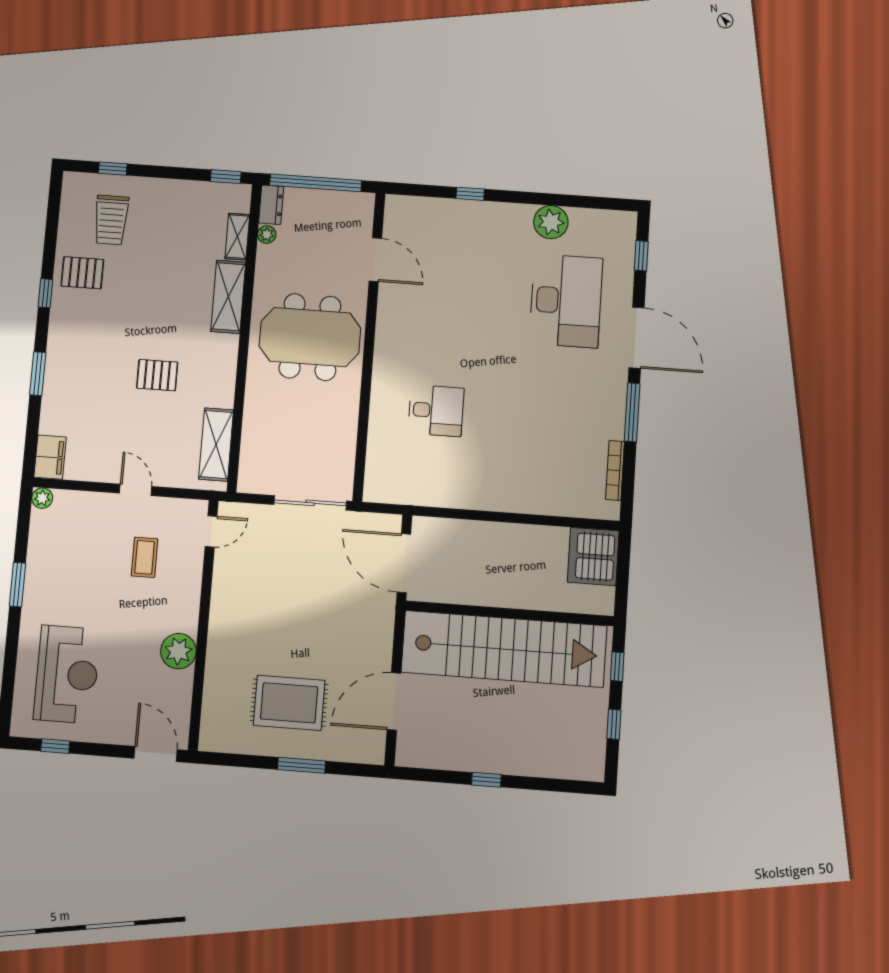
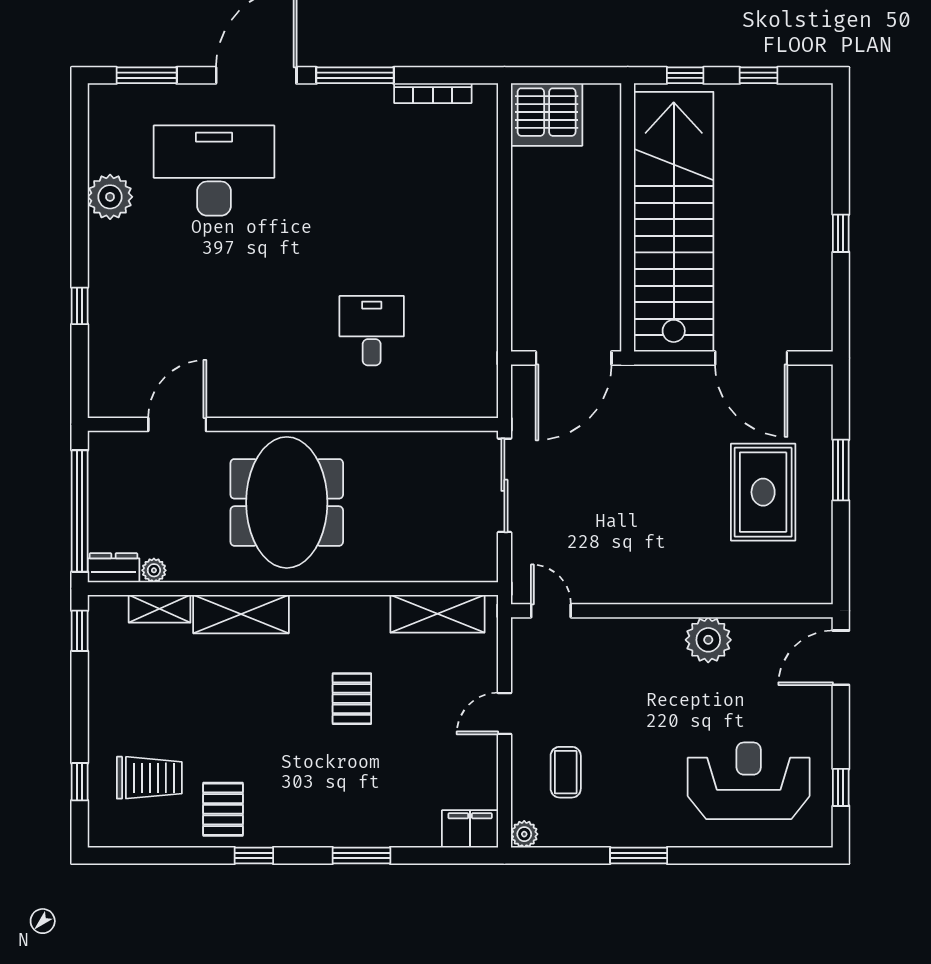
window: (641, 256) -> (147, 75), width x1.50
coffee table: (145, 557) -> (566, 772), moved, turned 90

